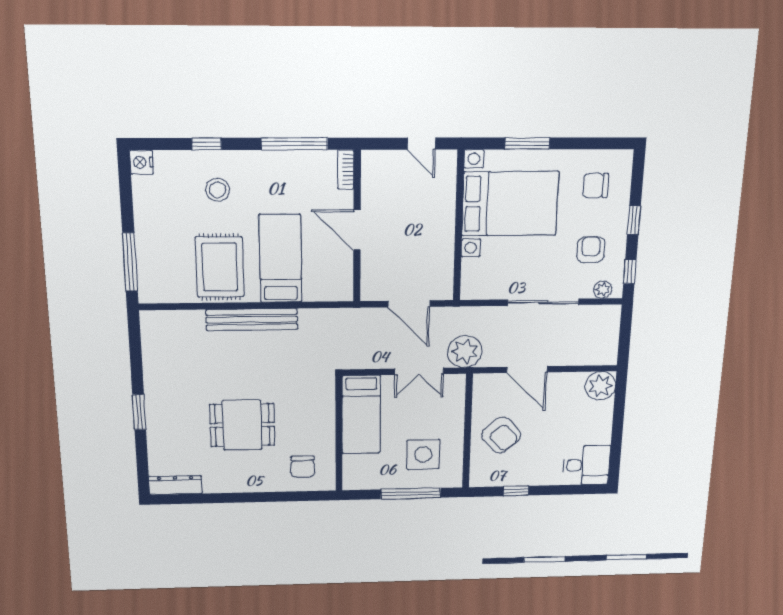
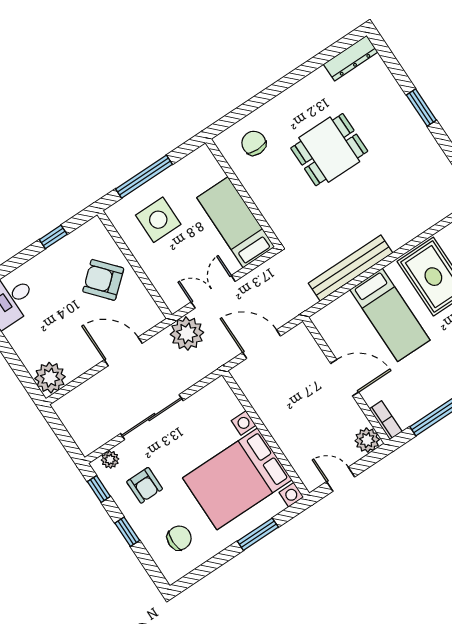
plant: (374, 163) -> (367, 440), added
bench: (252, 320) -> (351, 268), moved

